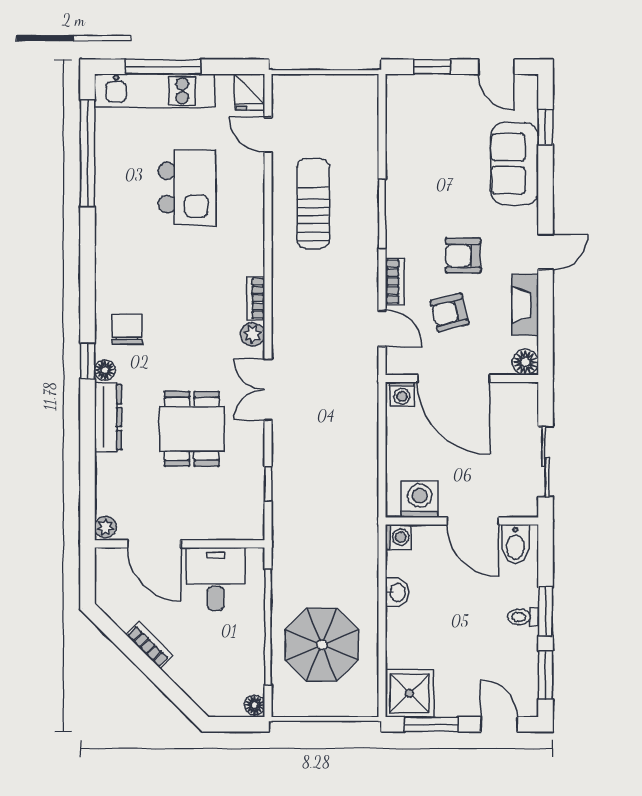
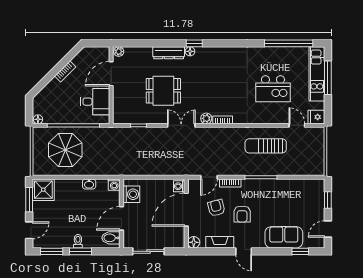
door: (268, 135) -> (297, 125), hinge flipped
sun lounger: (313, 203) -> (266, 146), turned 180
armchair: (463, 256) -> (242, 214), turned 180
chair: (127, 329) -> (209, 61), removed

